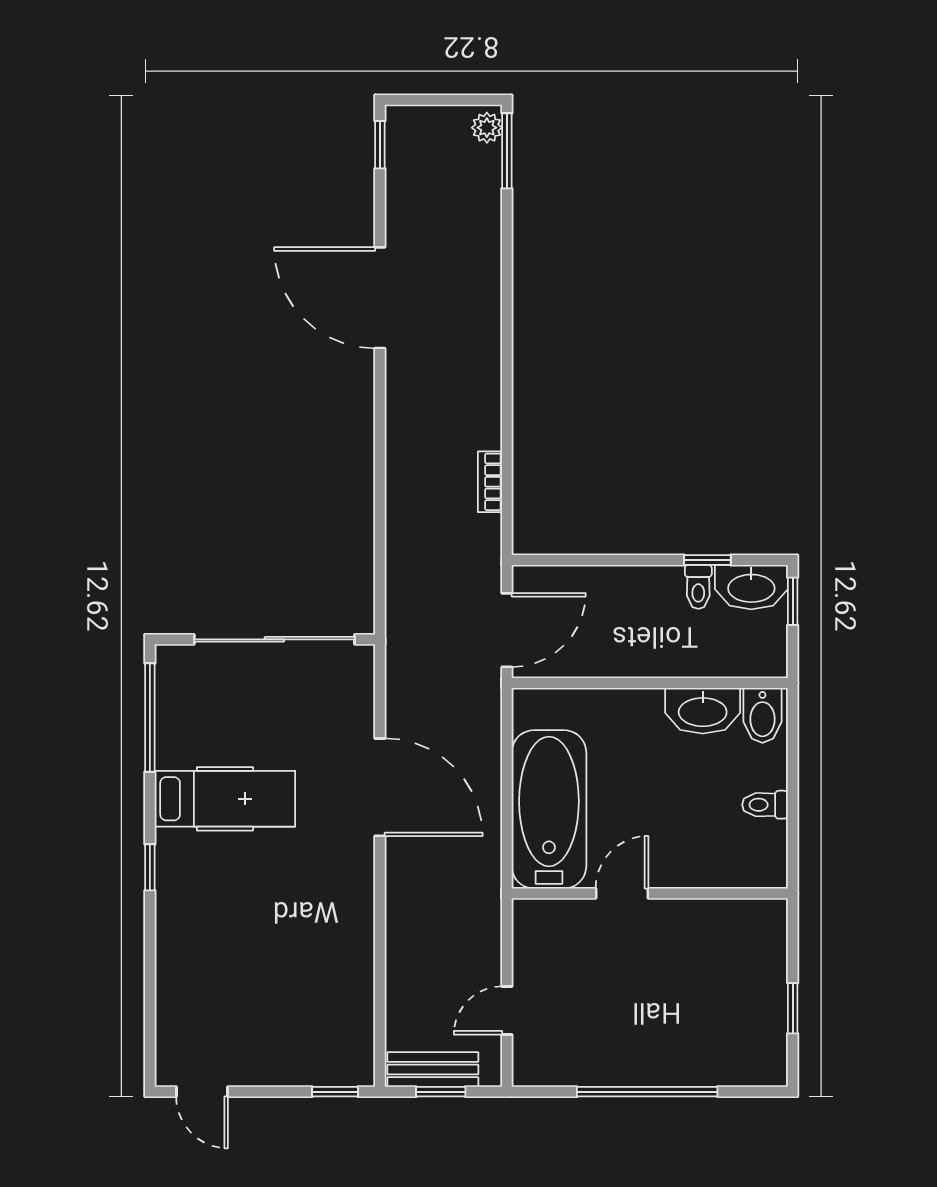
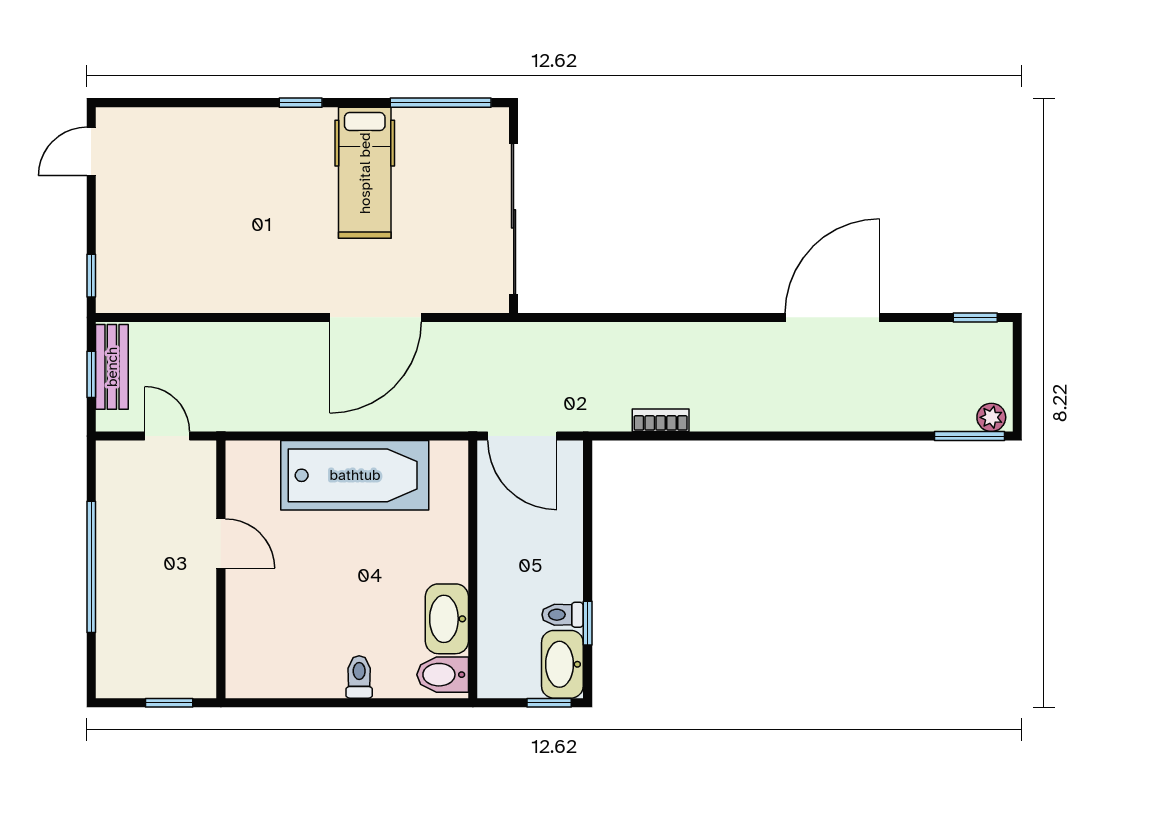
door: (622, 893) -> (221, 543), moved
wall: (650, 893) -> (221, 569), moved

